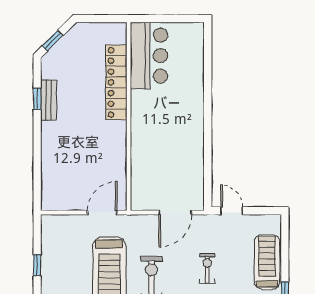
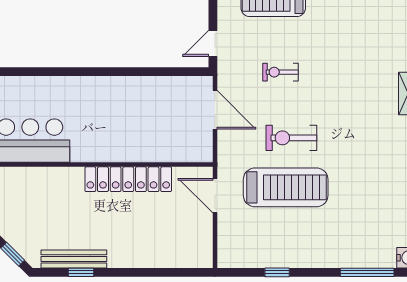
locker: (116, 82) -> (128, 179), moved
bench: (49, 100) -> (74, 259), width x1.36

